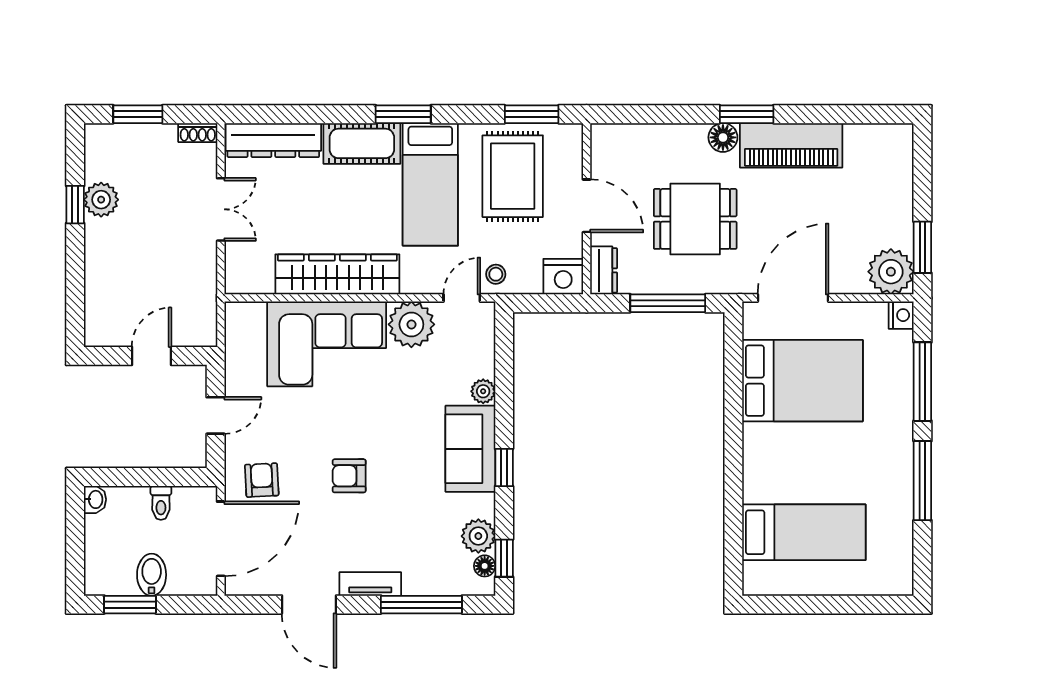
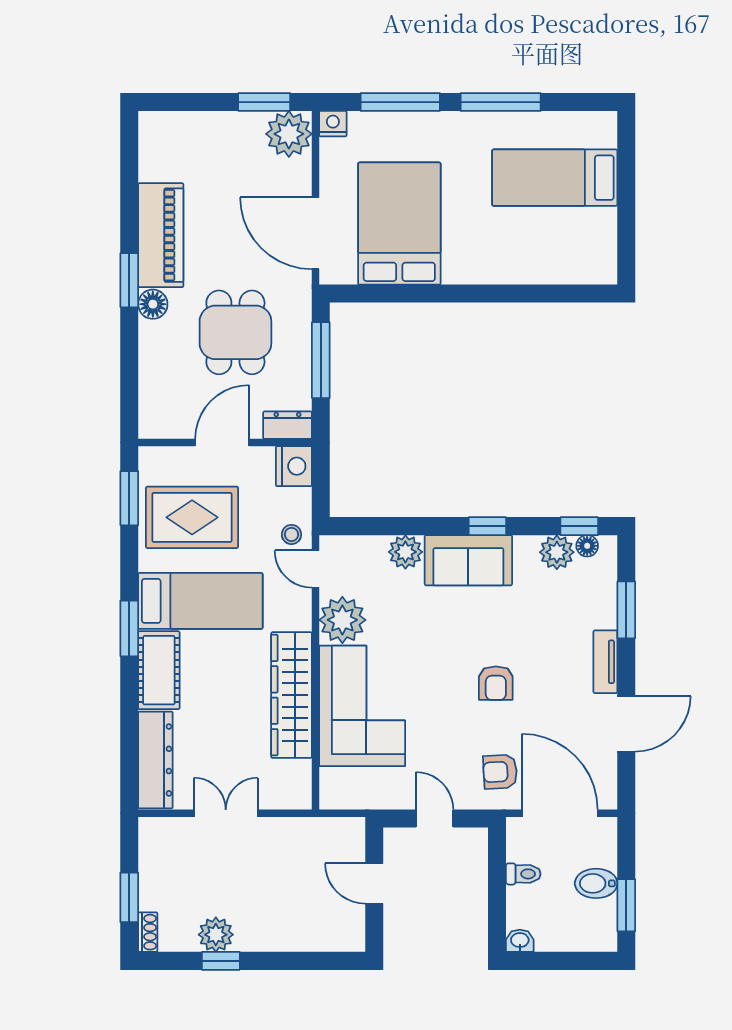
shoe rack: (198, 133) -> (148, 932), moved
plant: (483, 391) -> (405, 552), width x1.38, depth x1.38
bed: (804, 532) -> (555, 178), moved, turned -90
window: (421, 605) -> (626, 610), width x0.69

